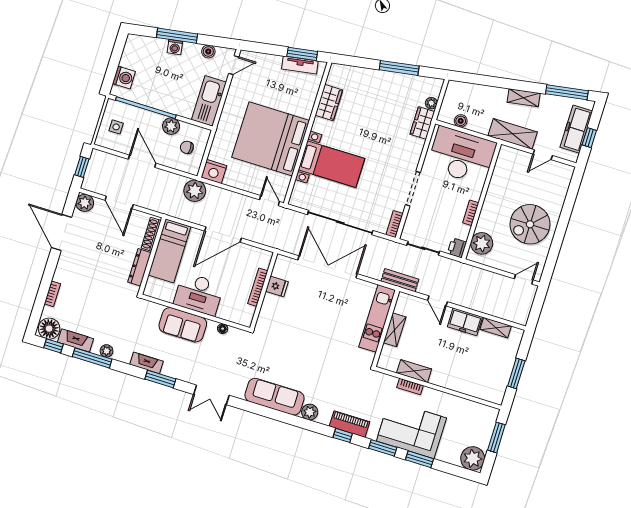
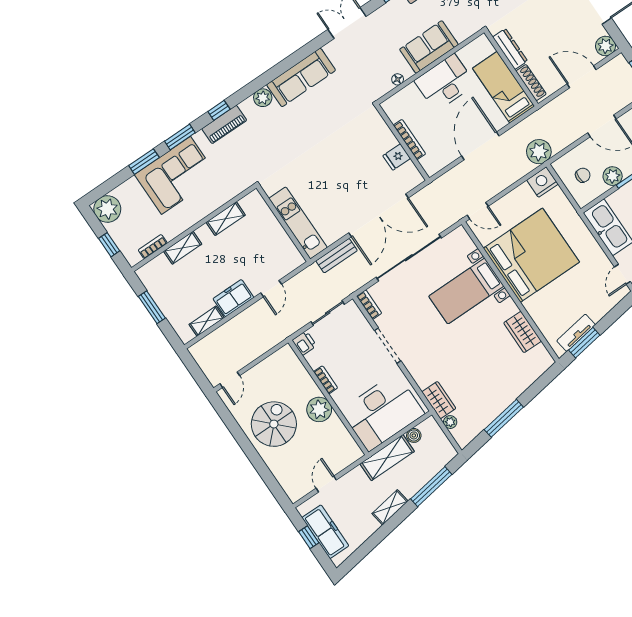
window: (567, 92) -> (431, 487), moved
shelving: (513, 134) -> (387, 458), moved
plant: (482, 243) -> (319, 409), moved
bench: (400, 280) -> (337, 256), moved
door: (438, 301) -> (271, 289), swing flipped
shelving: (395, 330) -> (183, 248), moved, turned 90
bookcase: (410, 387) -> (153, 247), moved
window: (496, 437) -> (109, 245), width x0.67

